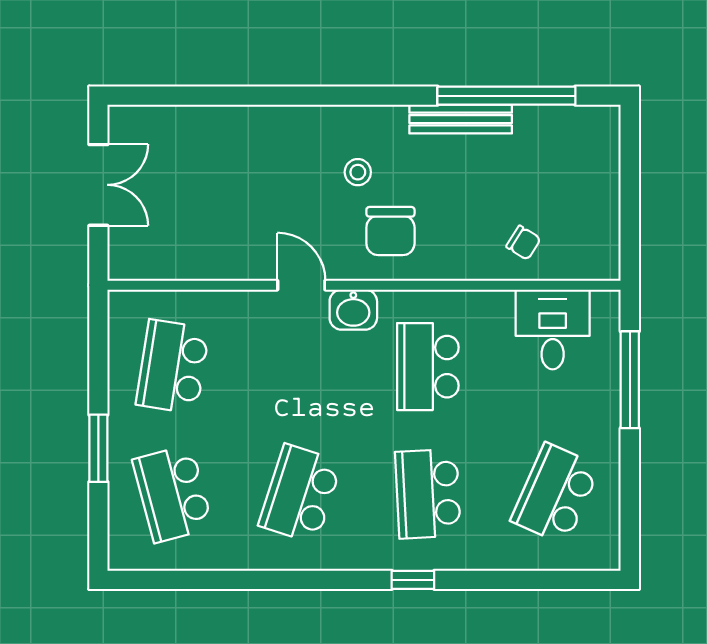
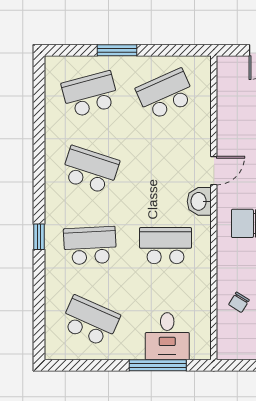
desk: (553, 329) -> (167, 336), moved, turned 90
school desk: (173, 367) -> (165, 94), turned -33

